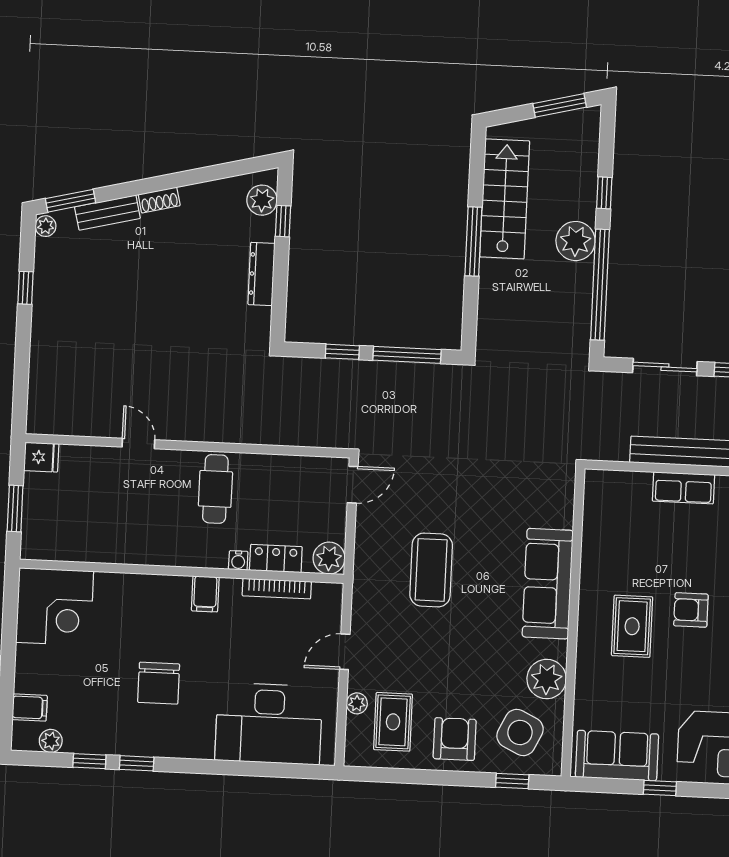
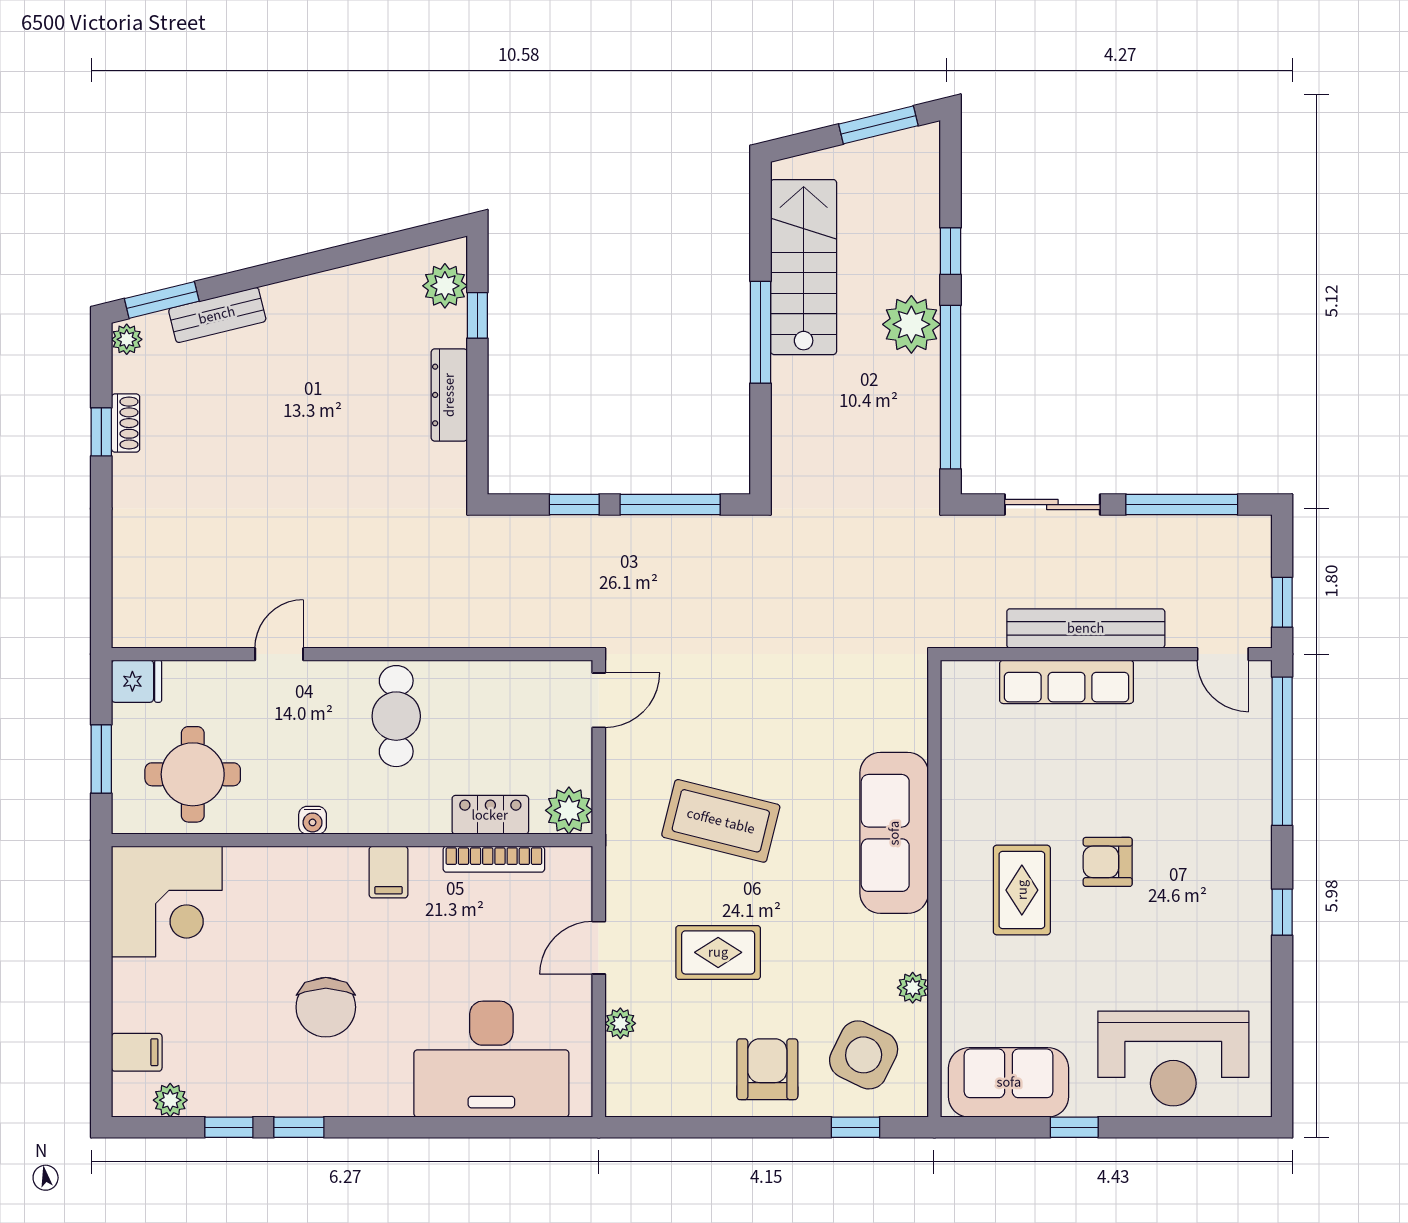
shoe rack: (159, 200) -> (126, 423), moved, turned -76
door: (138, 443) -> (279, 654), hinge flipped
row of seats: (683, 488) -> (1067, 682), width x1.48
round table: (76, 522) -> (193, 774), added
water cooler: (238, 560) -> (313, 820), moved
coffee table: (431, 570) -> (721, 821), turned -76
plant: (547, 679) -> (913, 988), width x0.53, depth x0.53
rug: (393, 722) -> (718, 952), moved, turned 90

